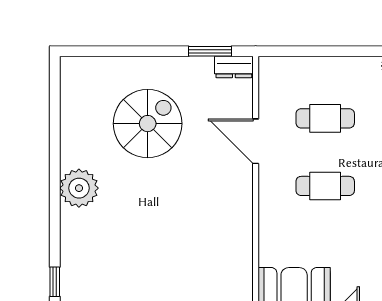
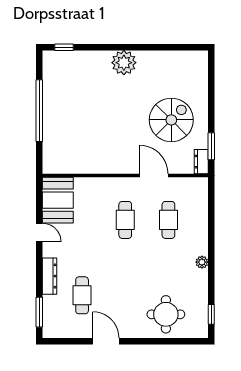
spiral stairs: (148, 124) -> (171, 120), moved, turned -90
door: (256, 141) -> (154, 175), hinge flipped

